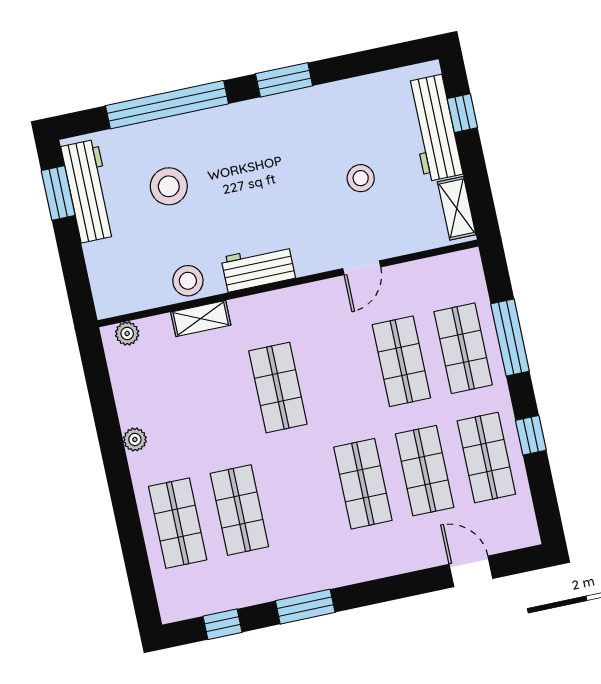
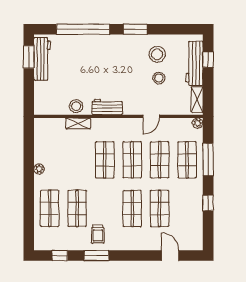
stool: (169, 186) -> (157, 54), moved
plant: (127, 333) -> (198, 123), moved
shop shelf: (486, 458) -> (132, 160), moved
trolley: (298, 558) -> (98, 234), added

